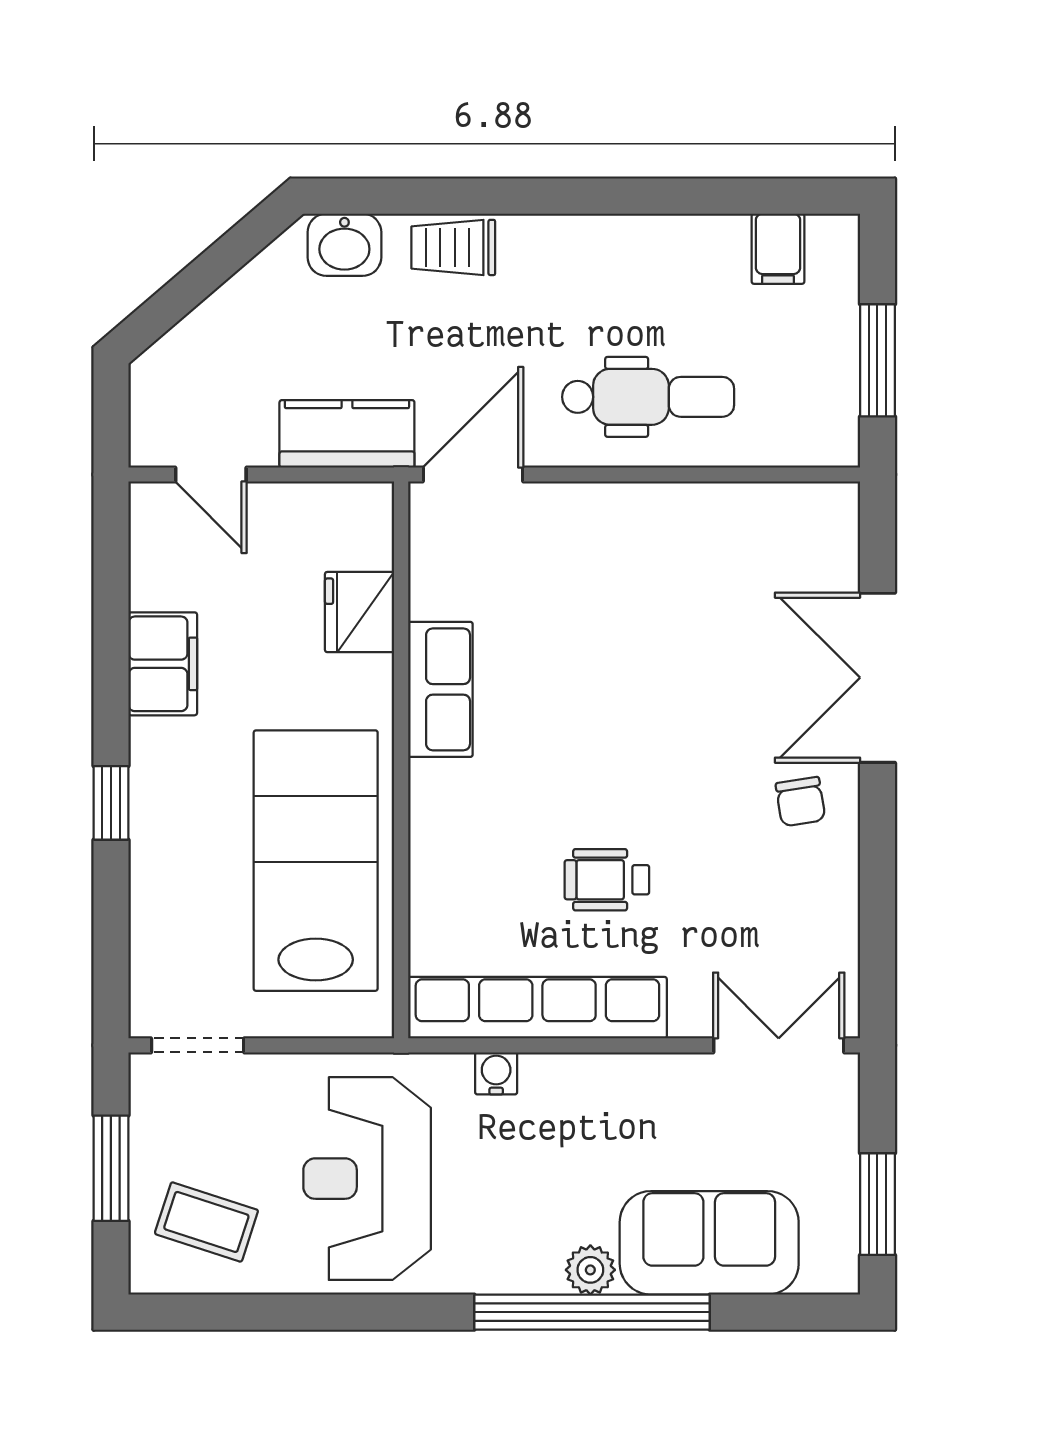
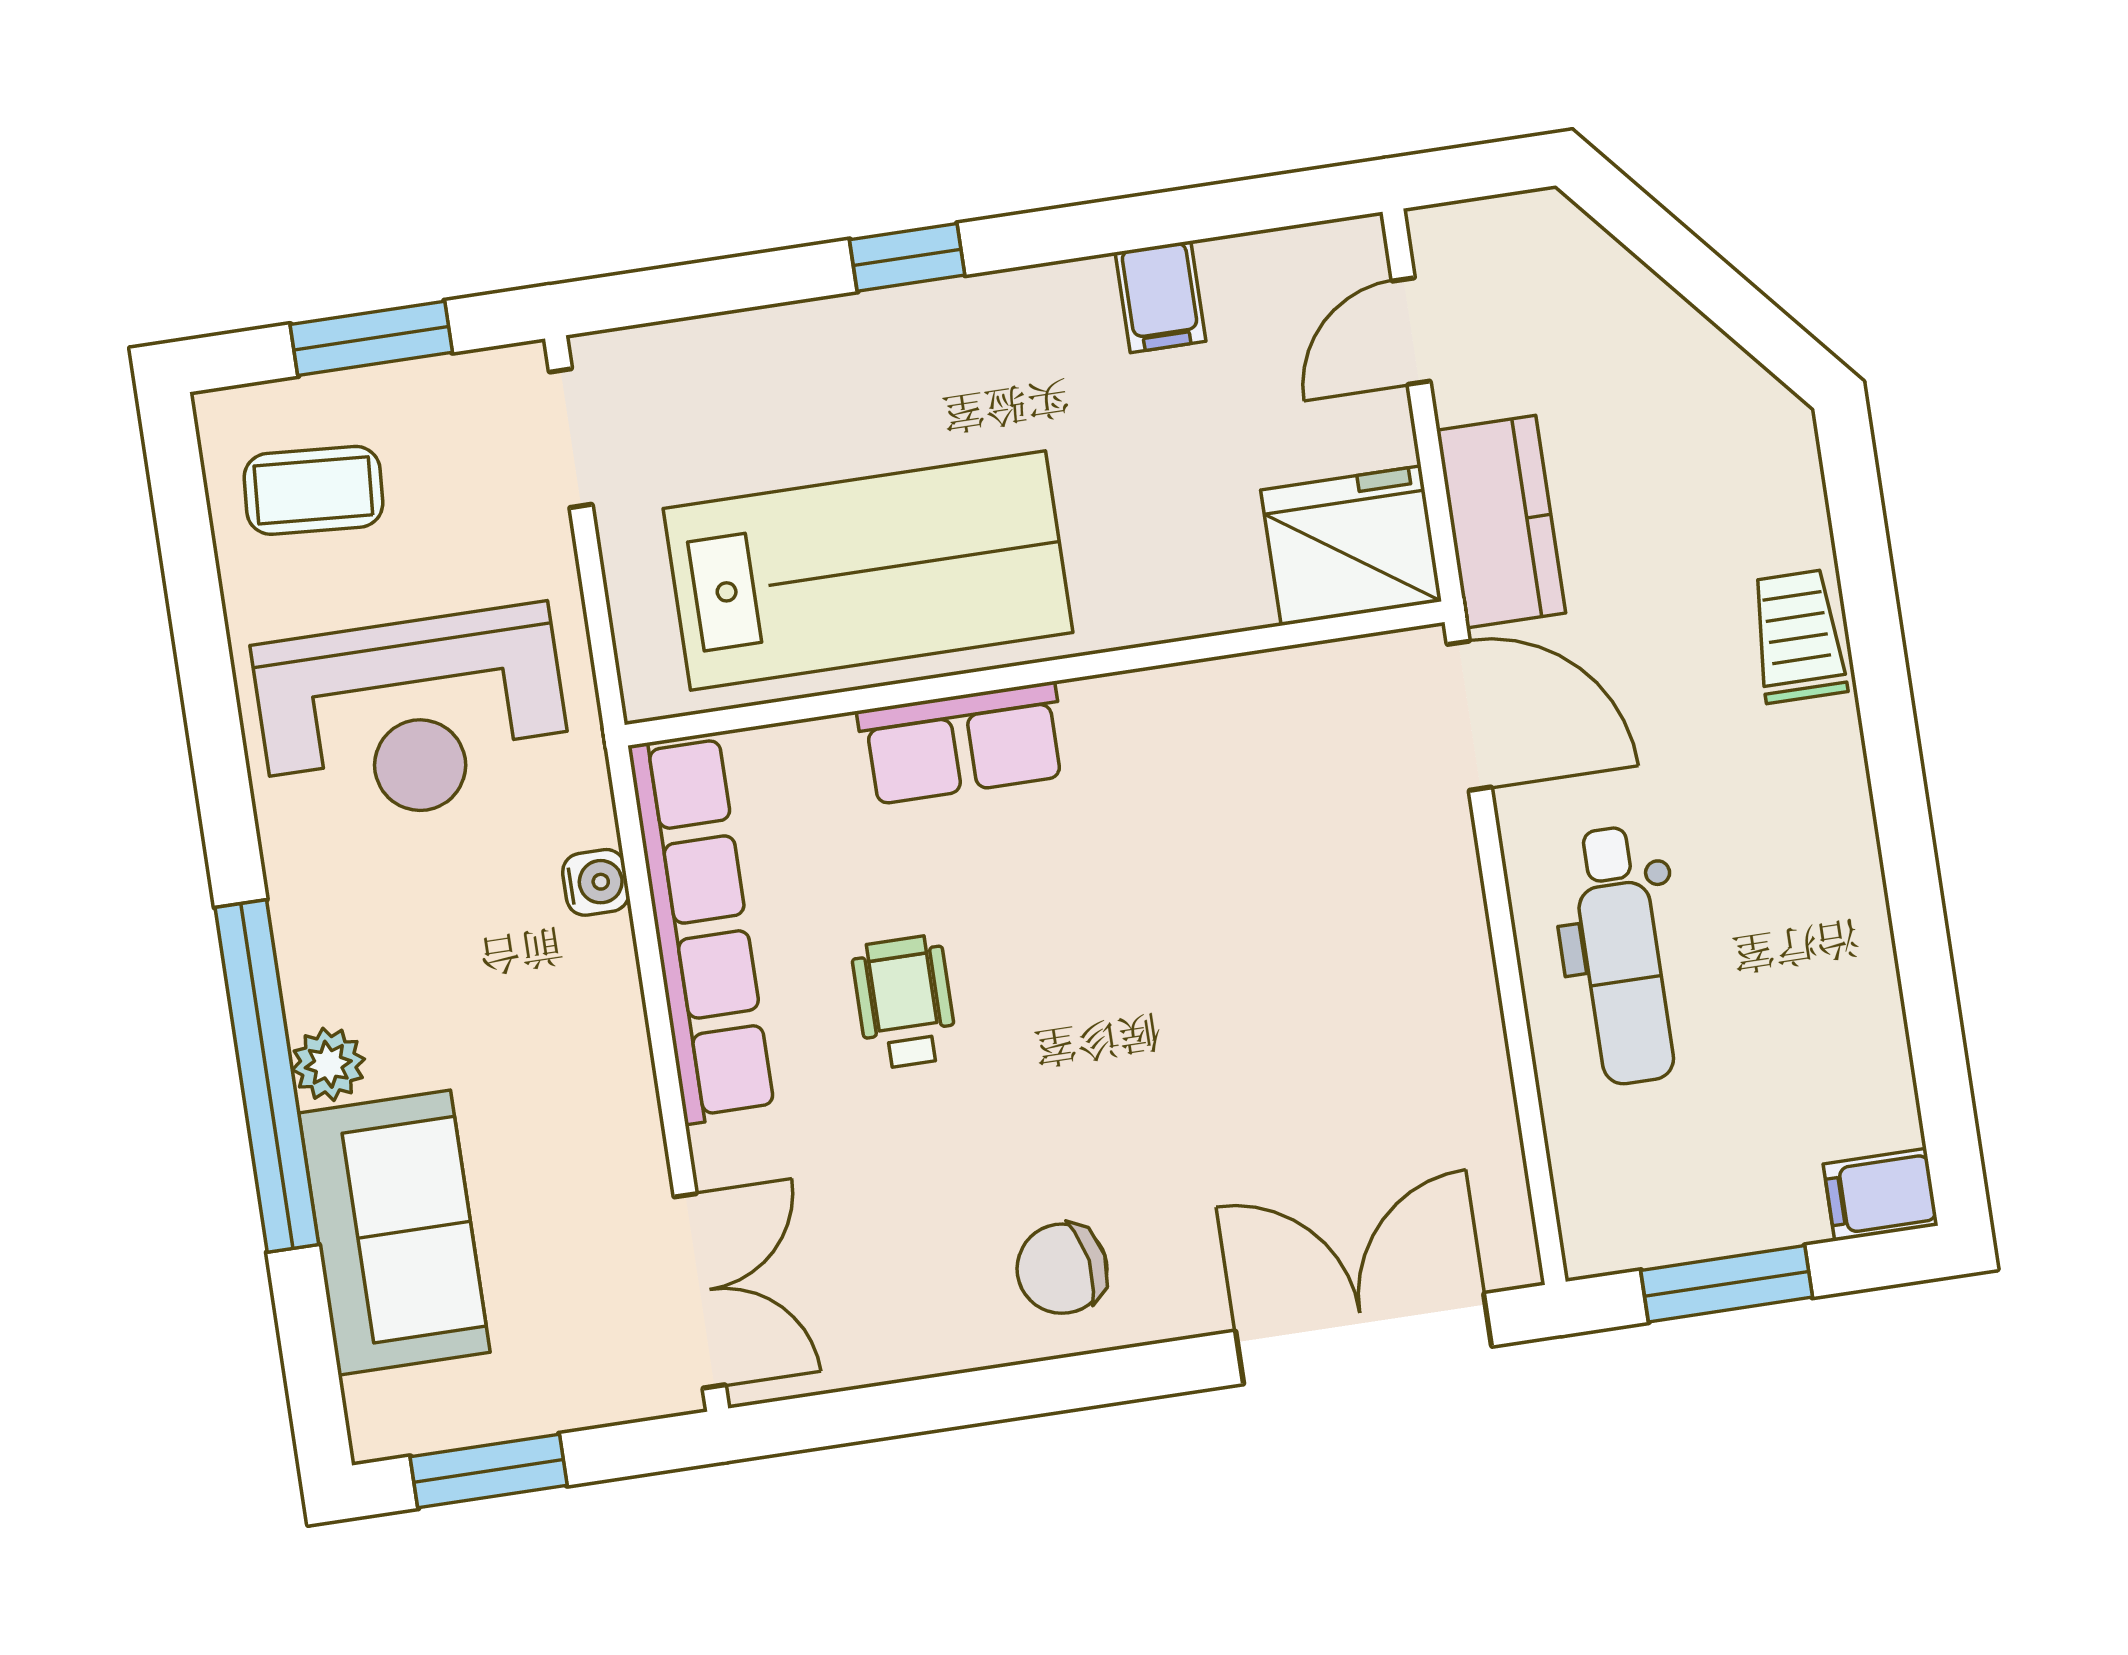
washbasin: (344, 245) -> (1778, 476), removed
filing cabinet: (778, 249) -> (1881, 1195), moved
fridge: (359, 612) -> (1351, 546), moved, width x1.36, depth x1.34
filing cabinet: (163, 664) -> (1161, 297), width x0.50
double door: (877, 678) -> (1364, 1339), moved
row of seats: (440, 689) -> (962, 743), moved
chair: (800, 802) -> (1062, 1269), width x1.37, depth x1.37
reception desk: (367, 1179) -> (413, 716), turned 180
coffee table: (206, 1222) -> (313, 490), turned 76

